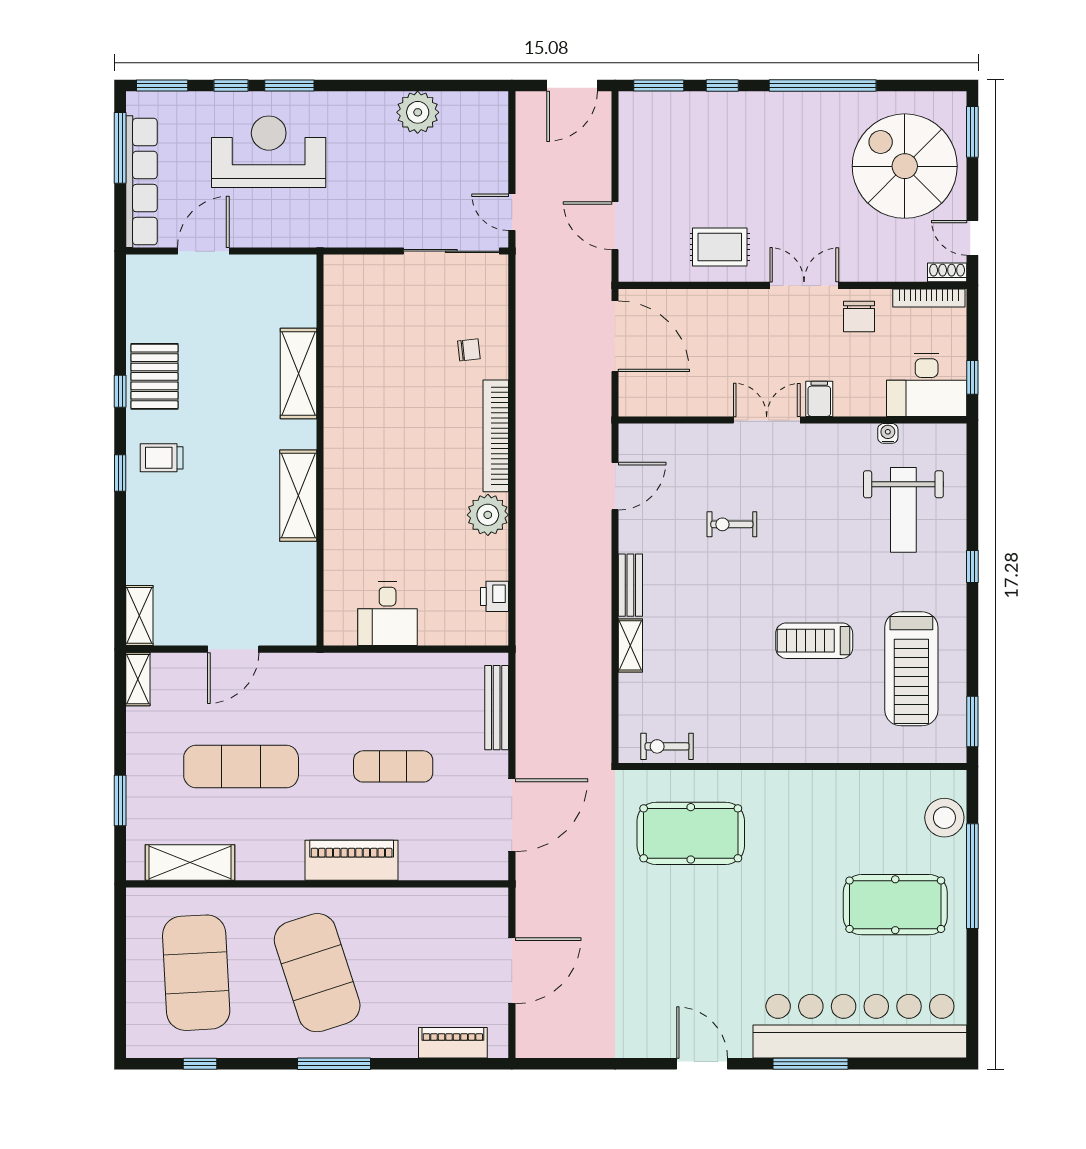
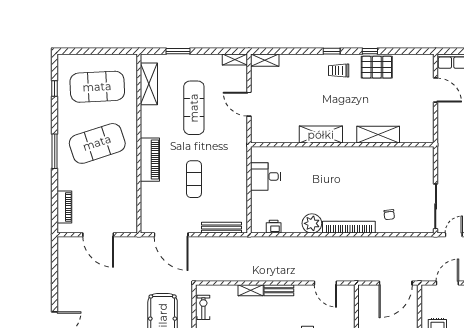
trolley: (162, 458) -> (339, 71), turned -90

